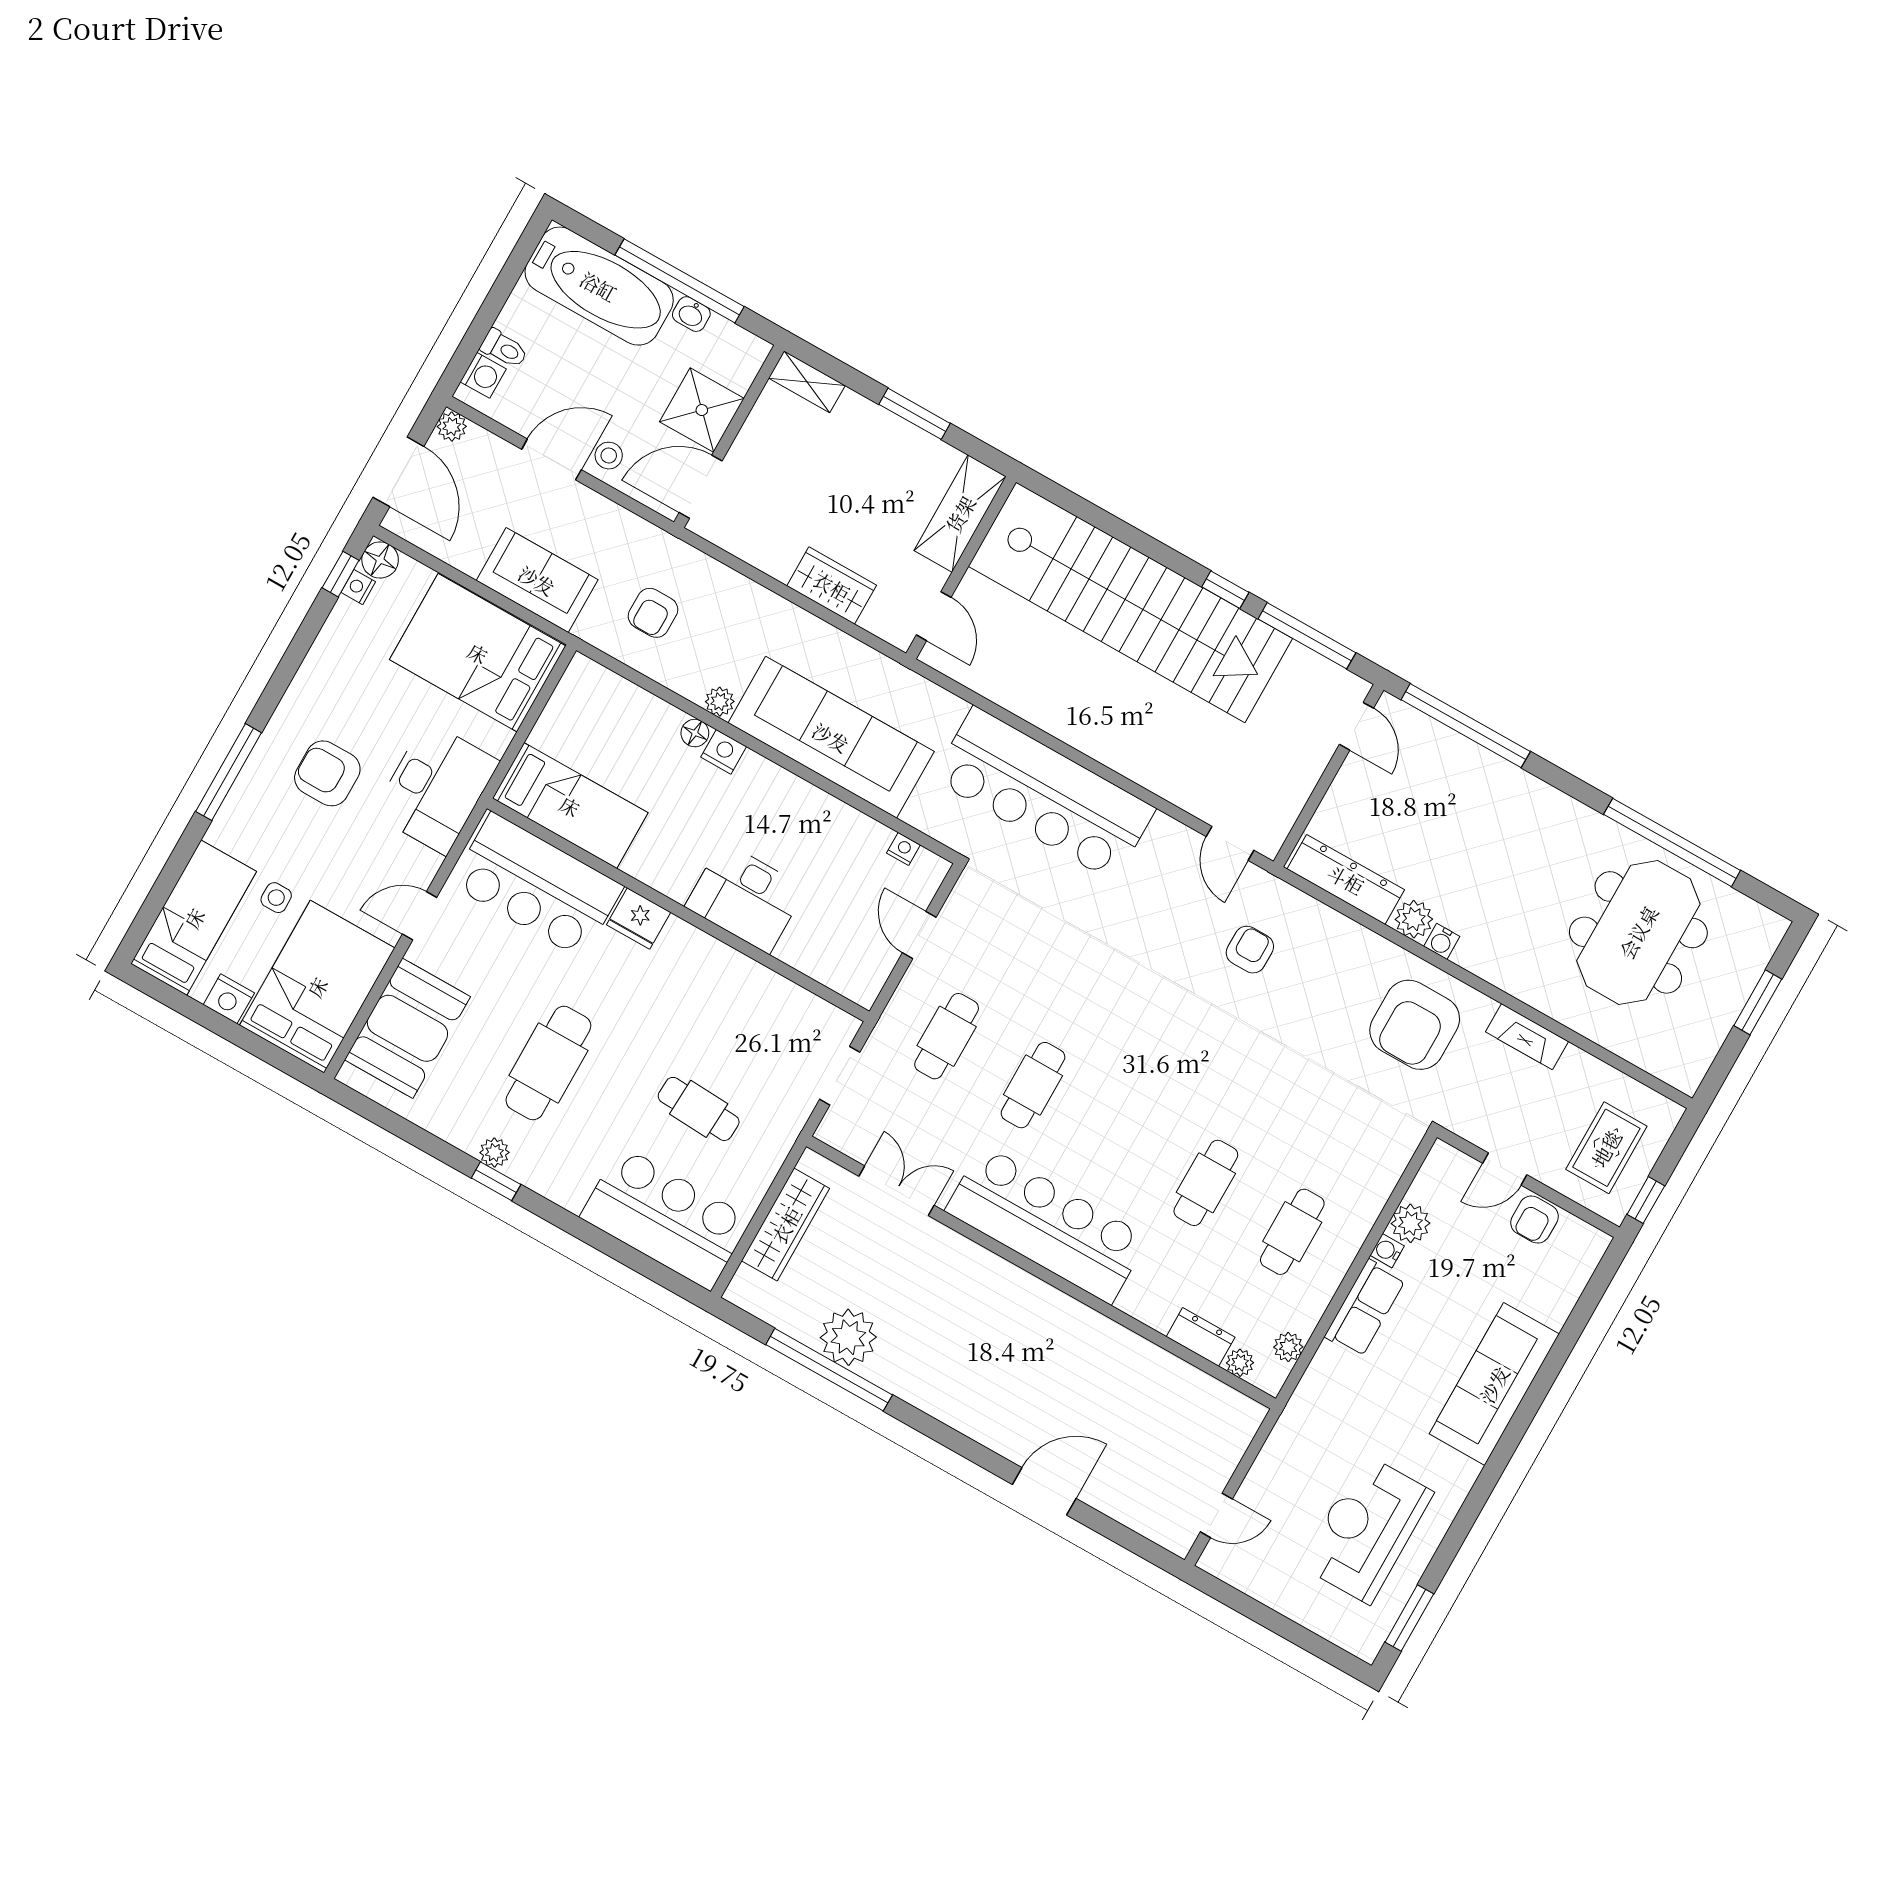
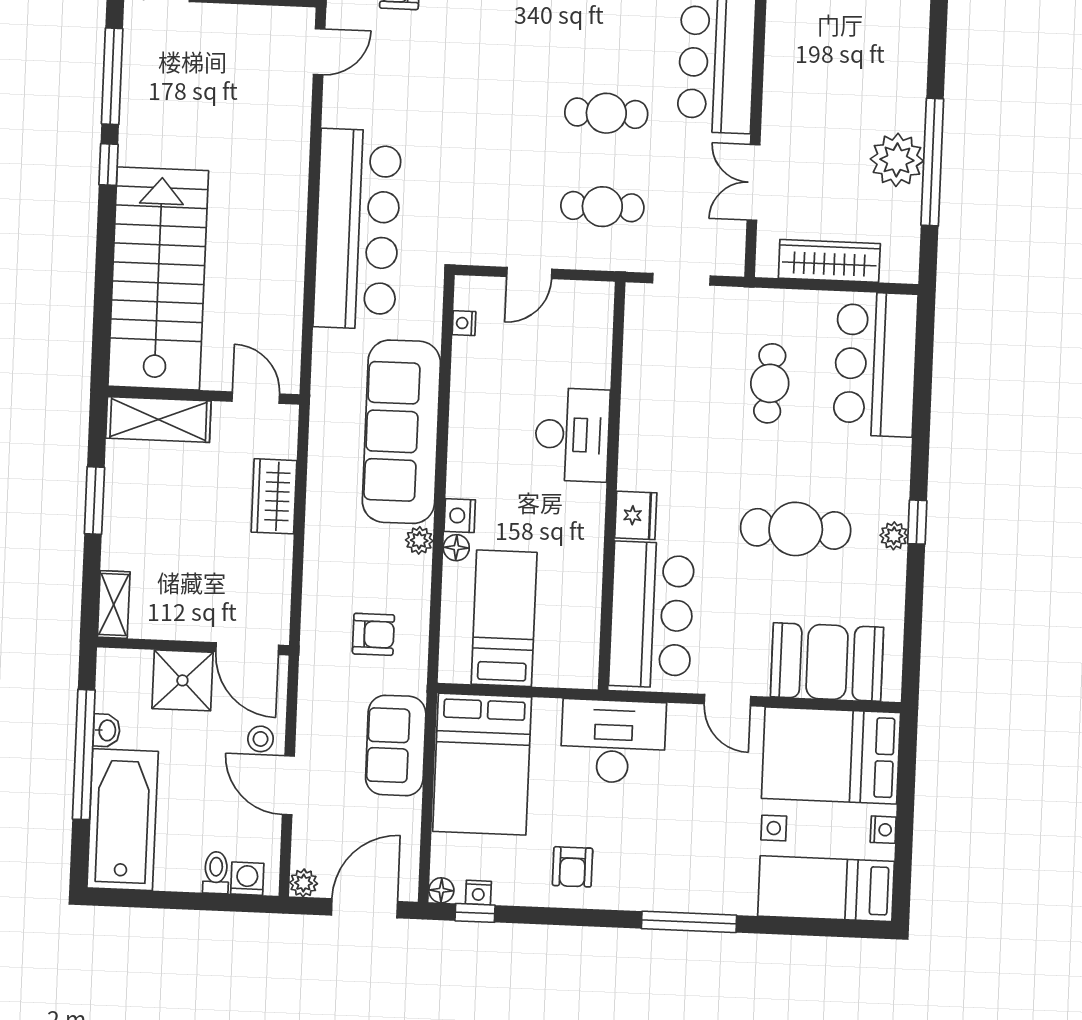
floor lamp: (380, 560) -> (441, 890), width x0.73, depth x0.73
stairs: (1130, 602) -> (158, 278), width x0.73
door: (934, 616) -> (256, 398), hinge flipped
armchair: (327, 773) -> (573, 867), moved, width x0.72, depth x0.72
bed: (570, 806) -> (504, 618), moved
nightstand: (229, 999) -> (883, 830), width x0.72, depth x0.74

